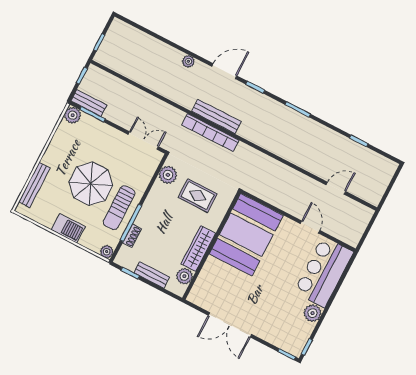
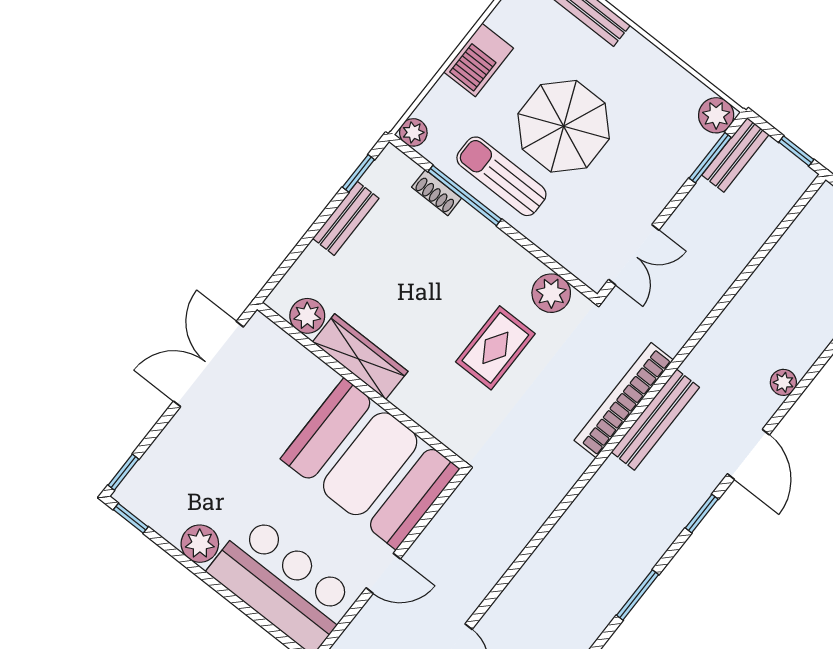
booth: (246, 235) -> (370, 464), moved
wall: (211, 246) -> (361, 386), moved
wardrobe: (198, 249) -> (360, 357), moved
plant: (184, 276) -> (307, 316), moved

